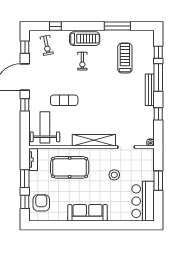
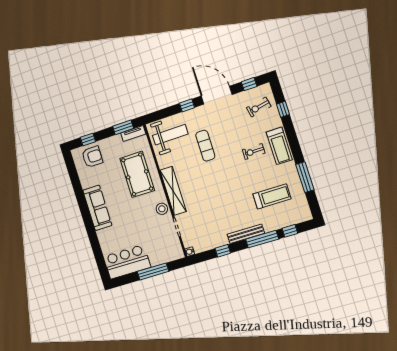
stool: (114, 175) -> (162, 209), moved
window: (25, 179) -> (123, 127), moved
window: (158, 181) -> (153, 271), width x1.44

